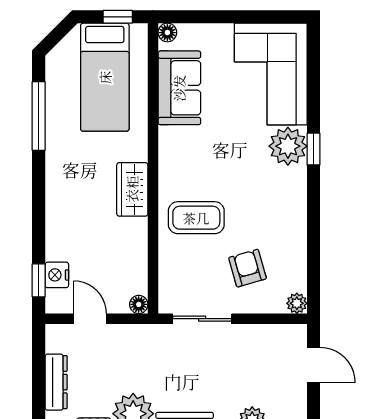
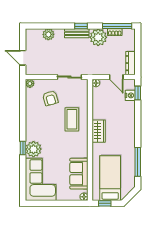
coffee table: (196, 218) -> (72, 119), turned 90
dresser: (56, 382) -> (130, 63), moved

